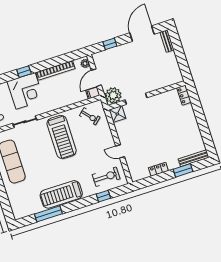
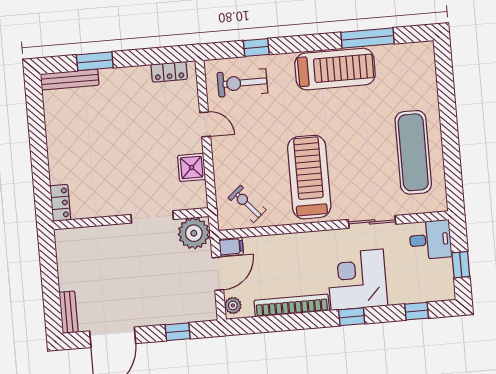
shower: (117, 114) -> (192, 167), moved
locker: (158, 169) -> (169, 72), moved

